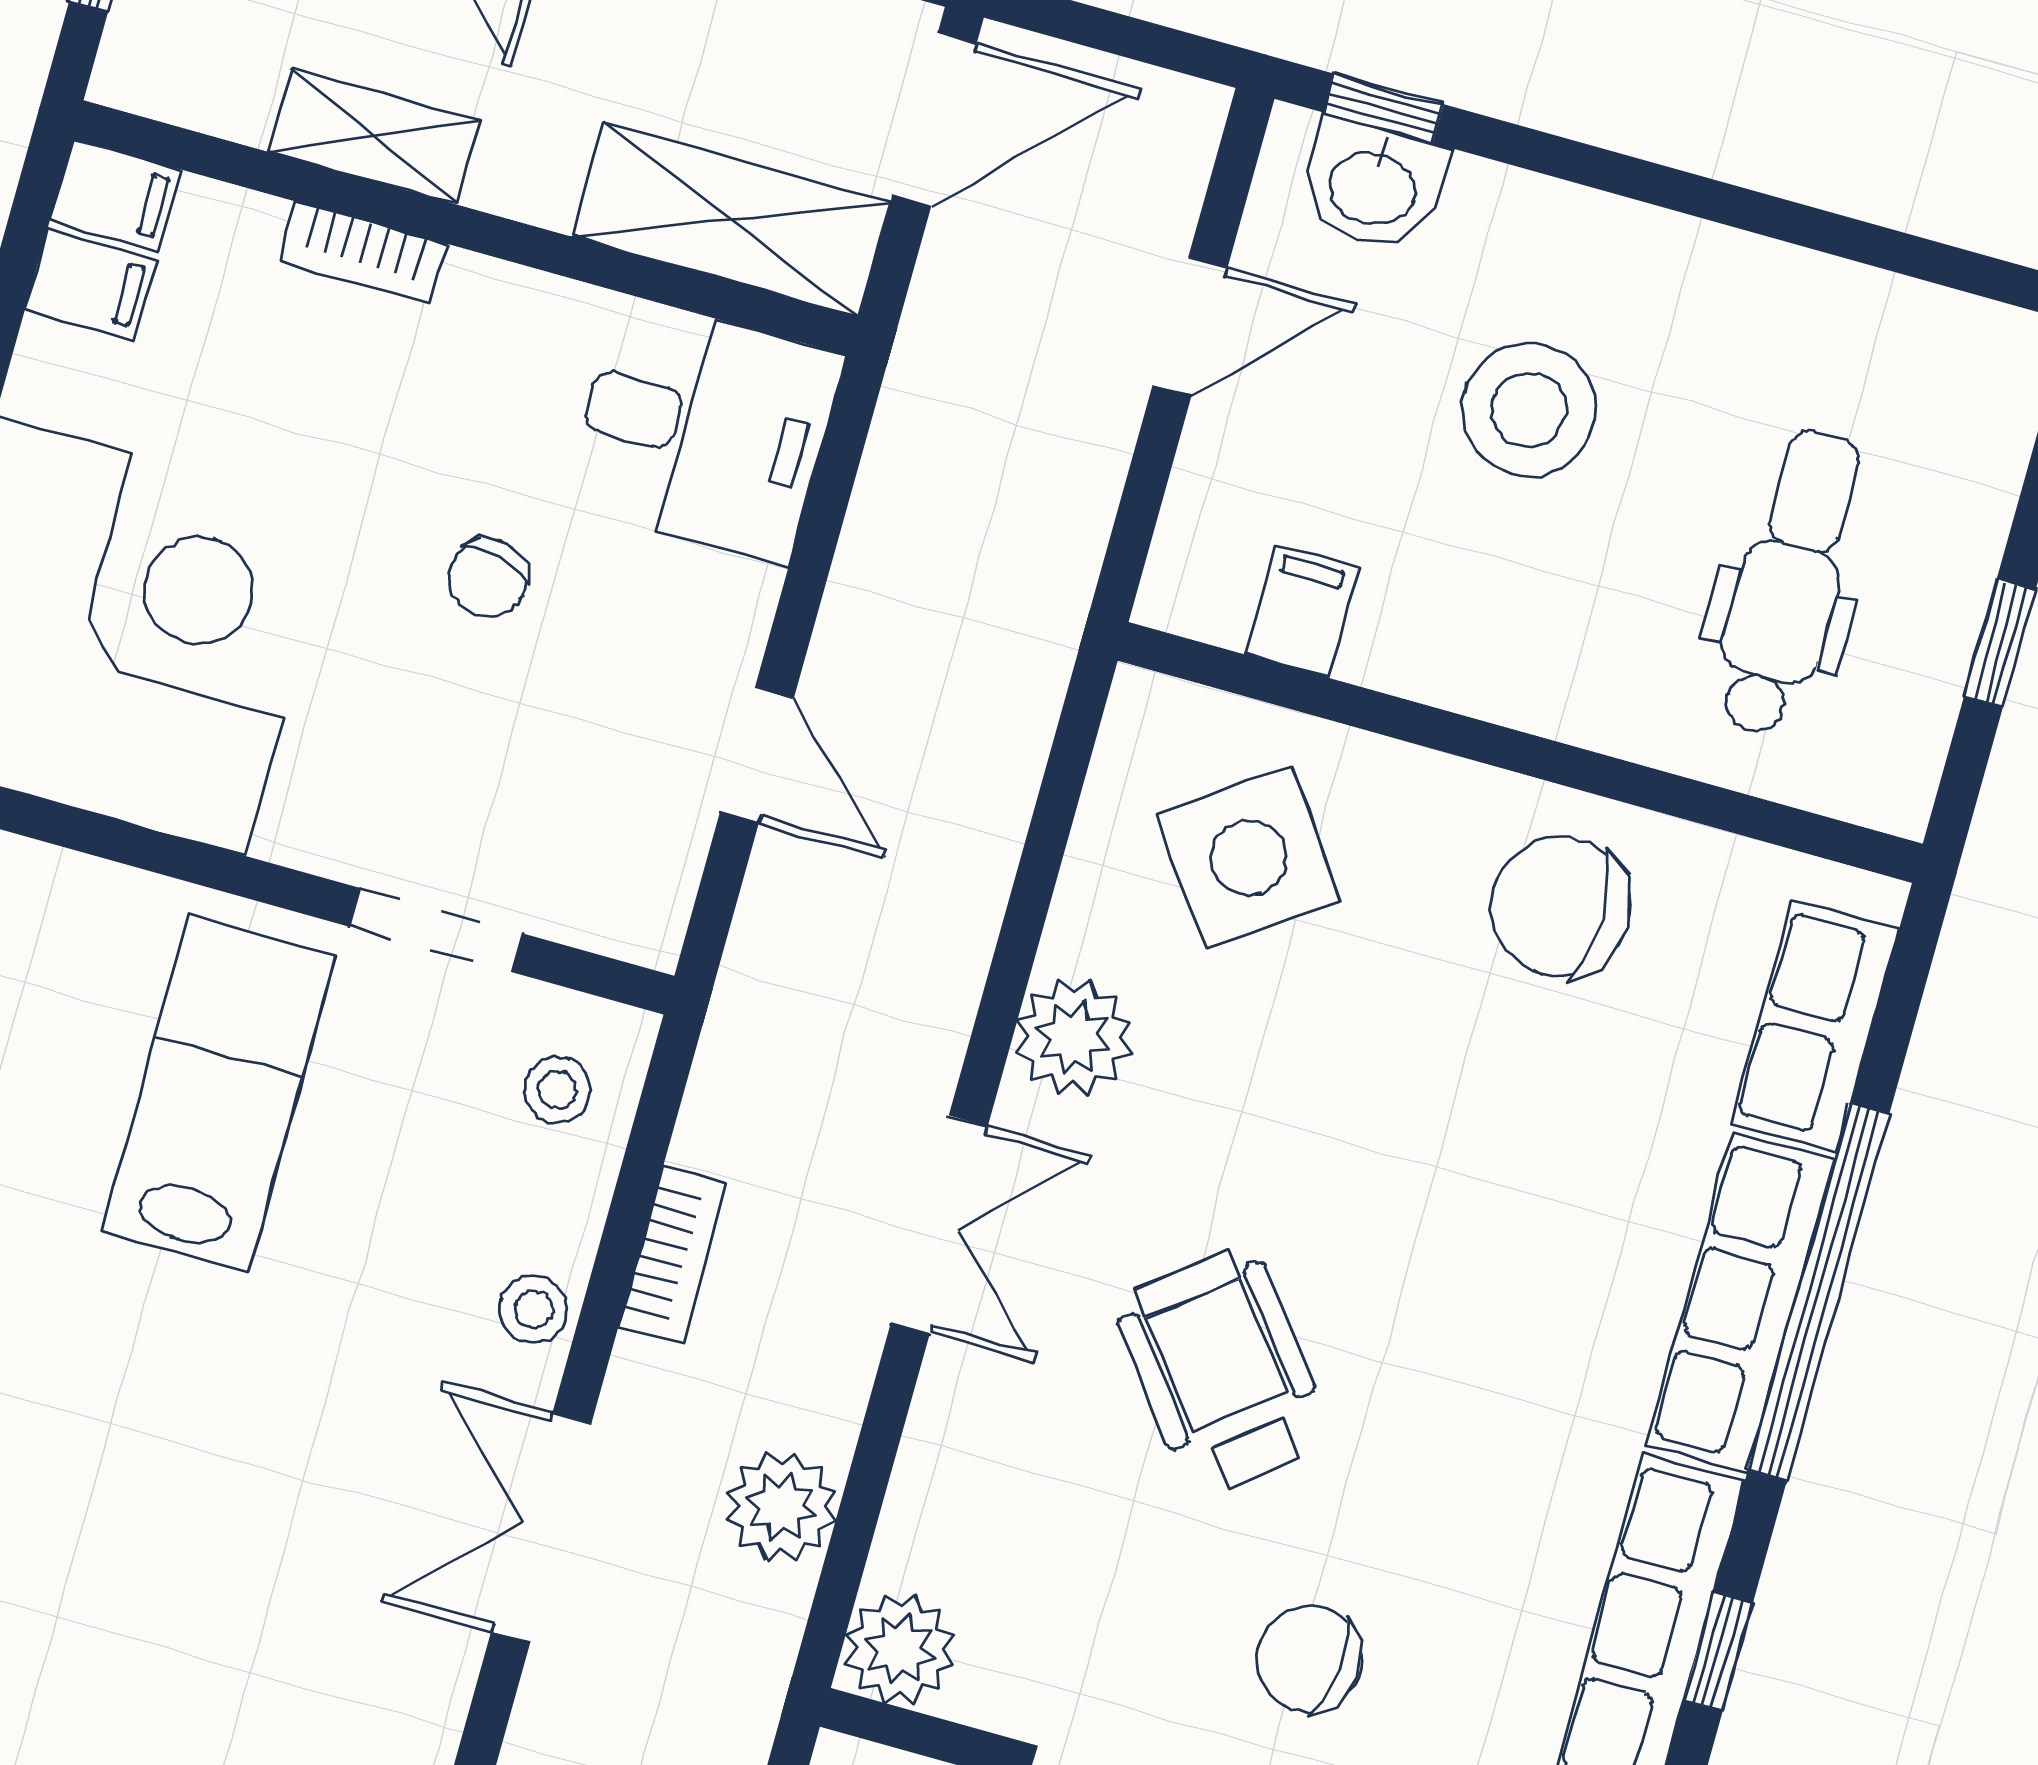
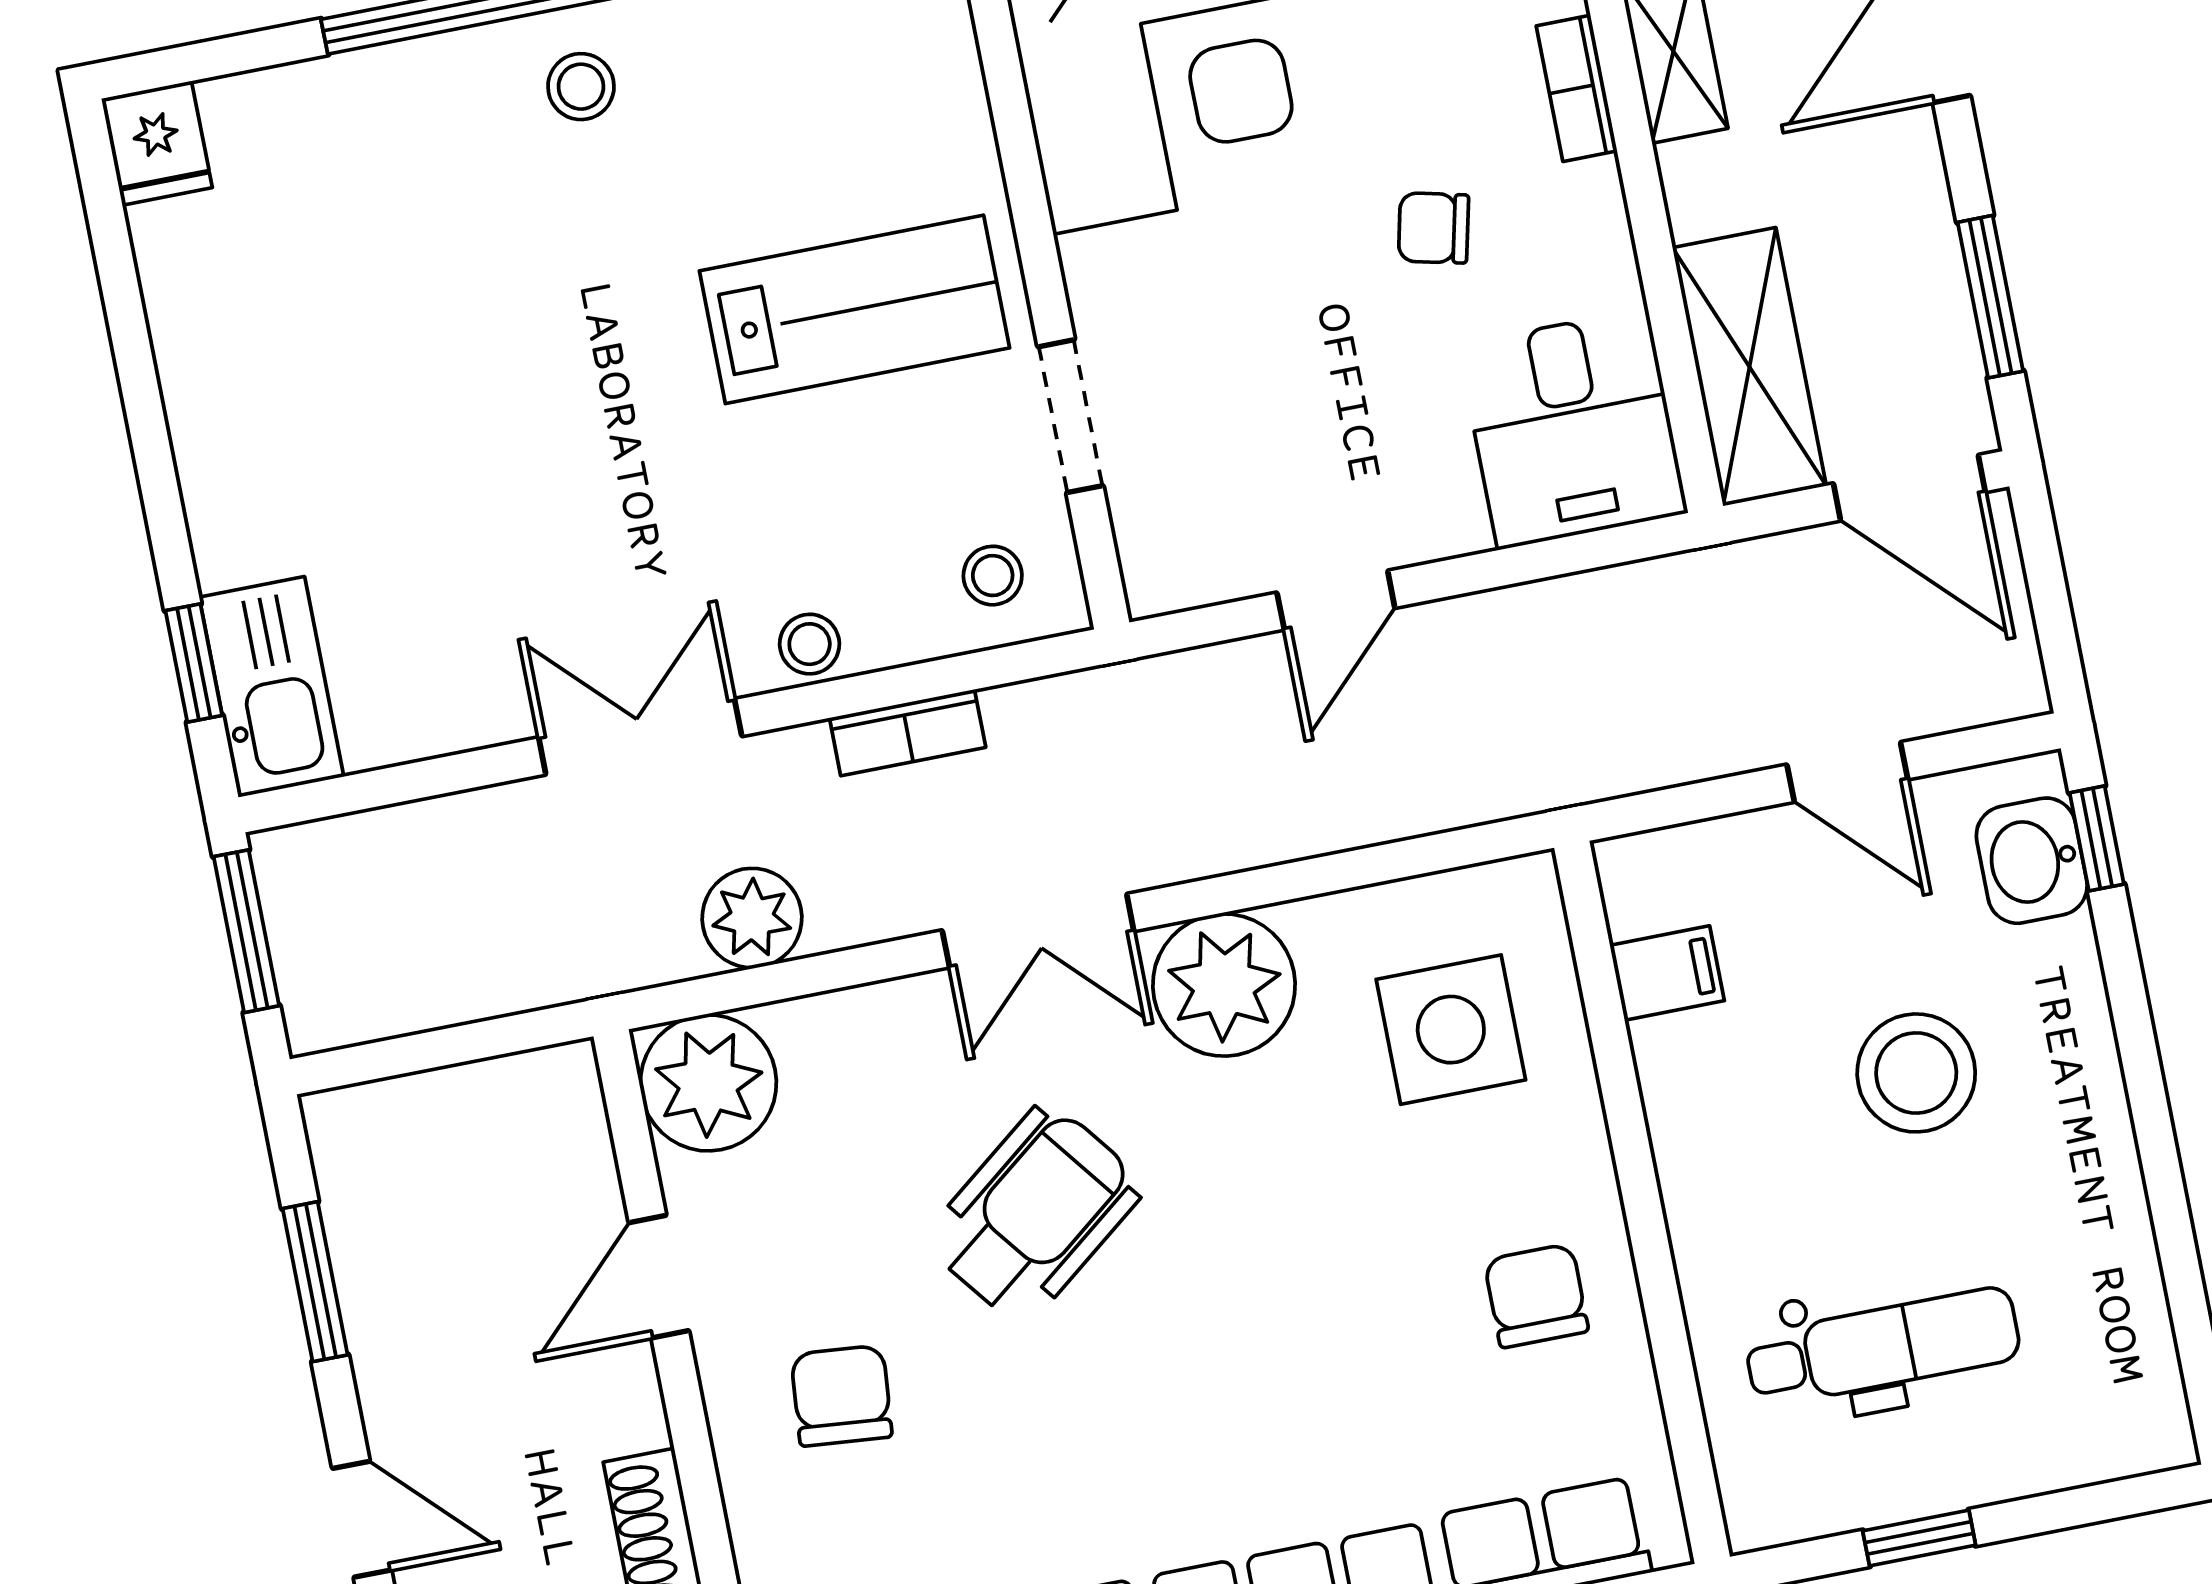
chair: (488, 578) -> (1434, 228), moved
side table: (1249, 858) -> (1451, 1030), turned 35
chair: (1561, 907) -> (1536, 1296), width x0.73, depth x0.73
plant: (1074, 1038) -> (1224, 985), width x1.36, depth x1.36
plant: (900, 1649) -> (708, 1083), width x1.36, depth x1.36

